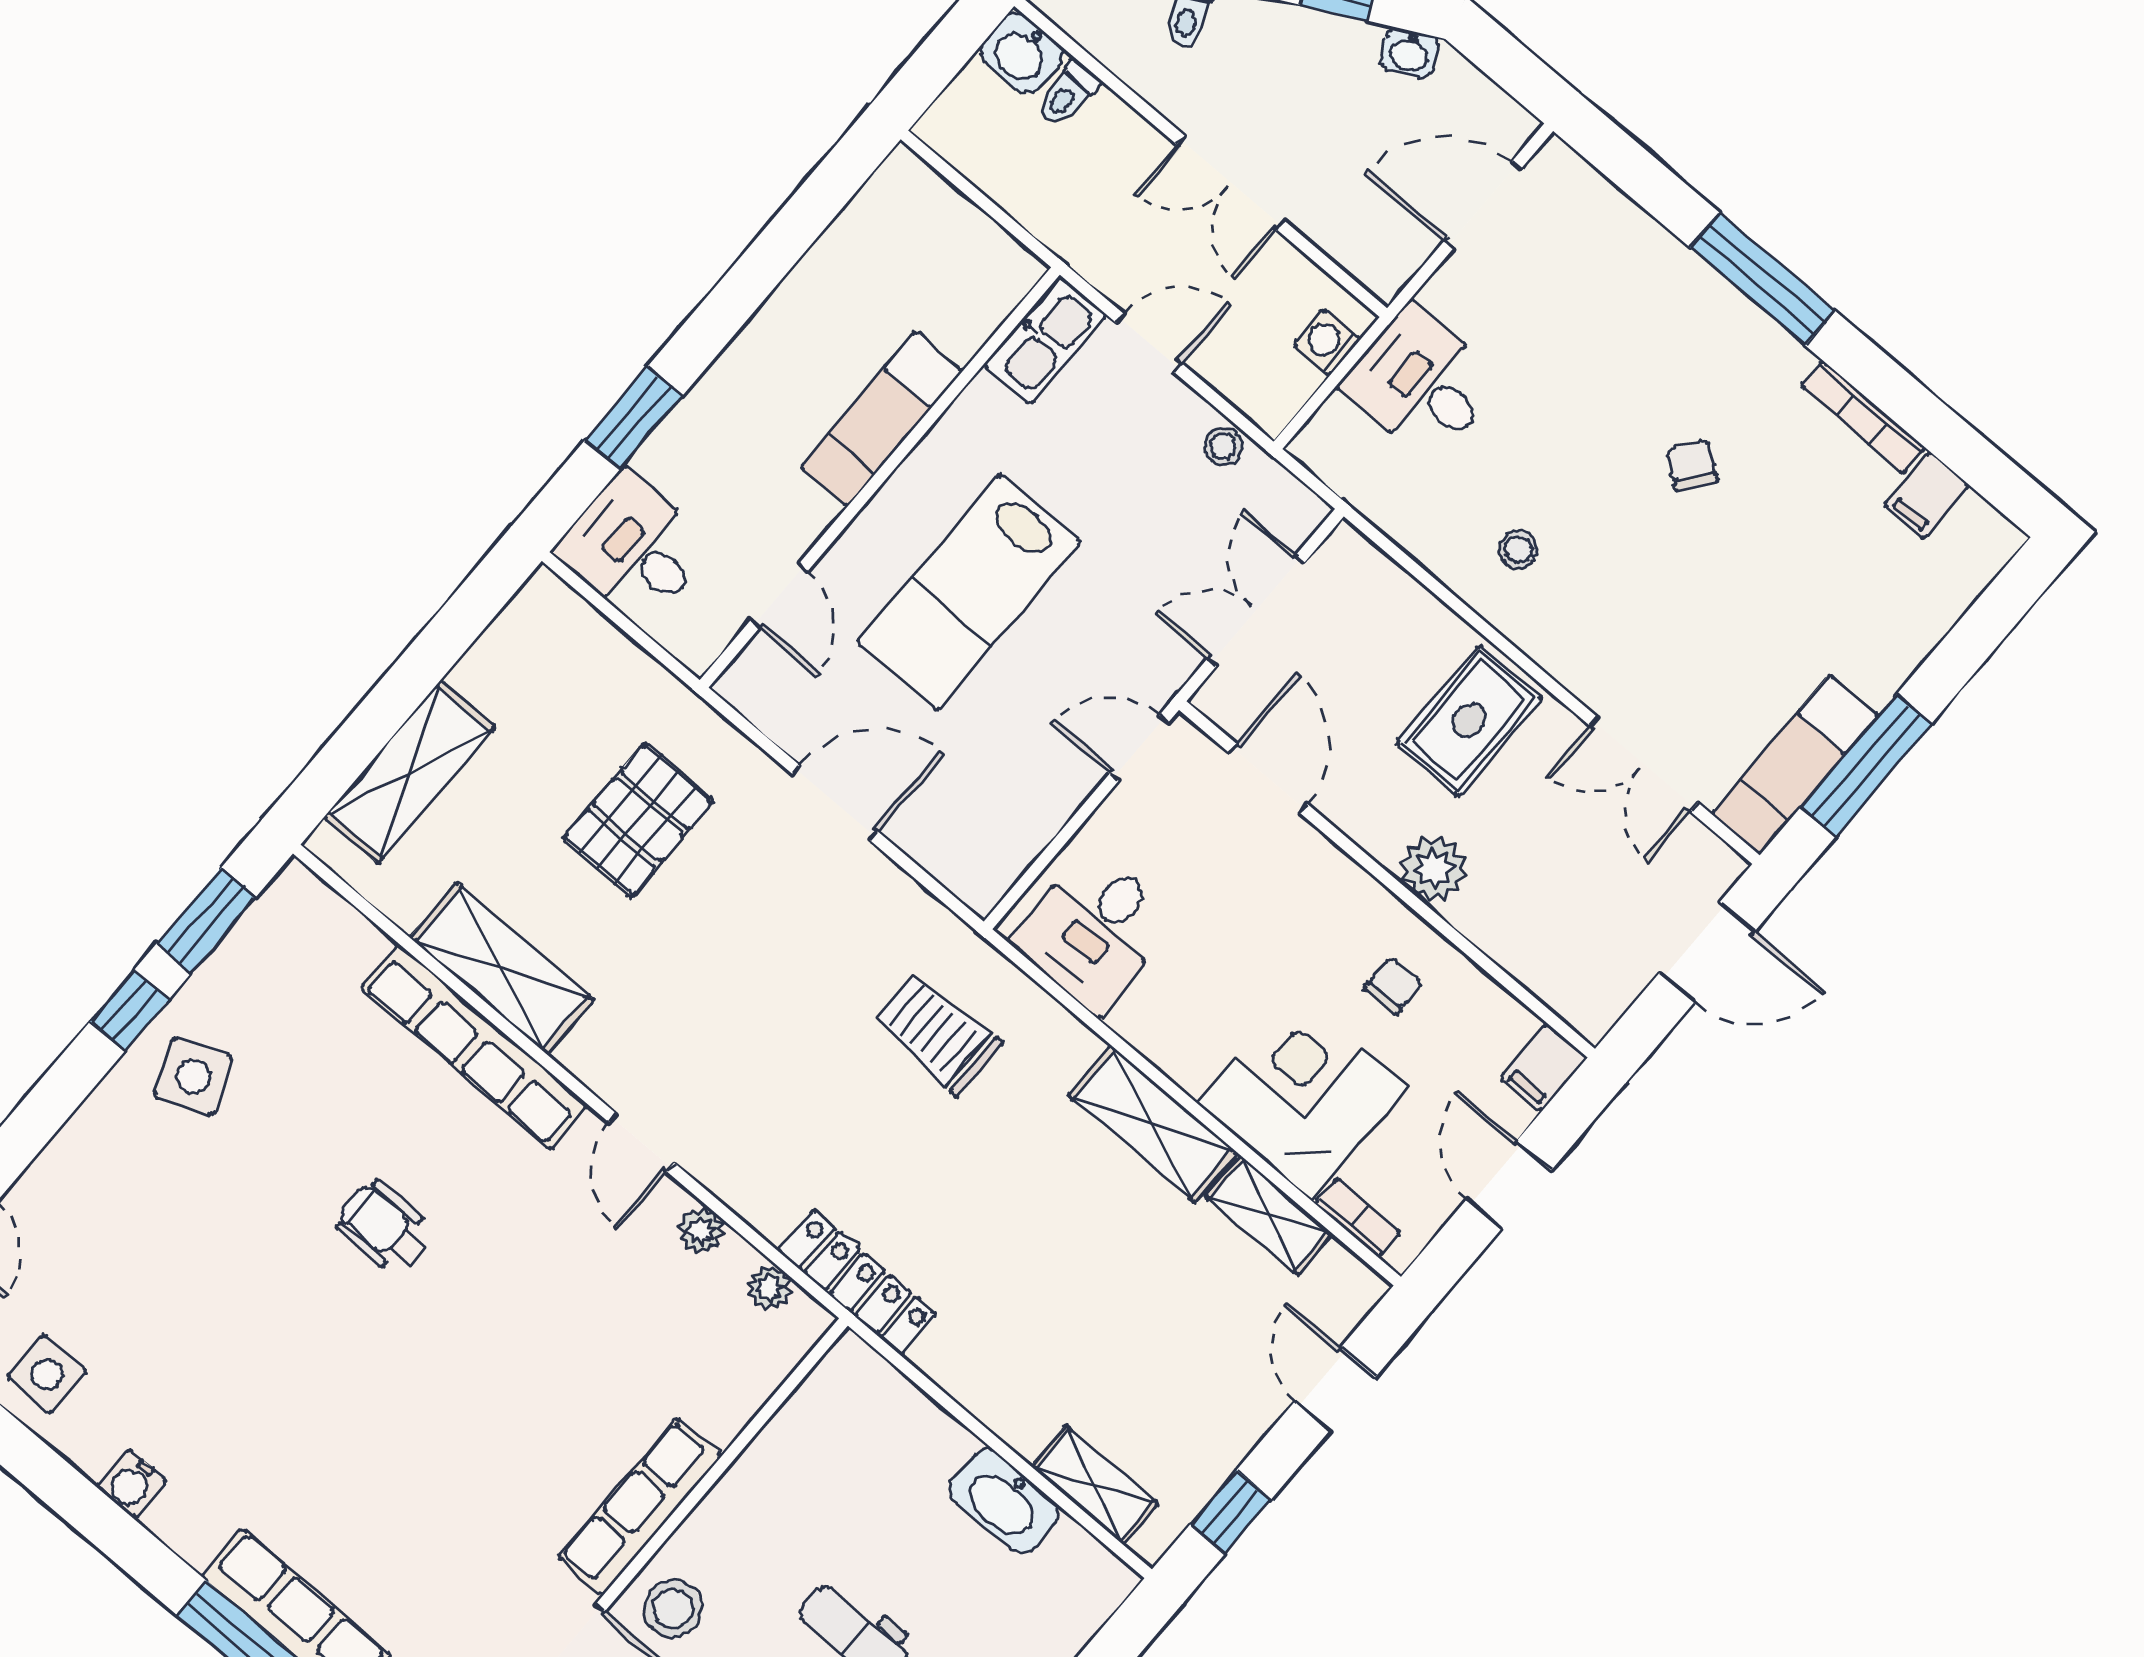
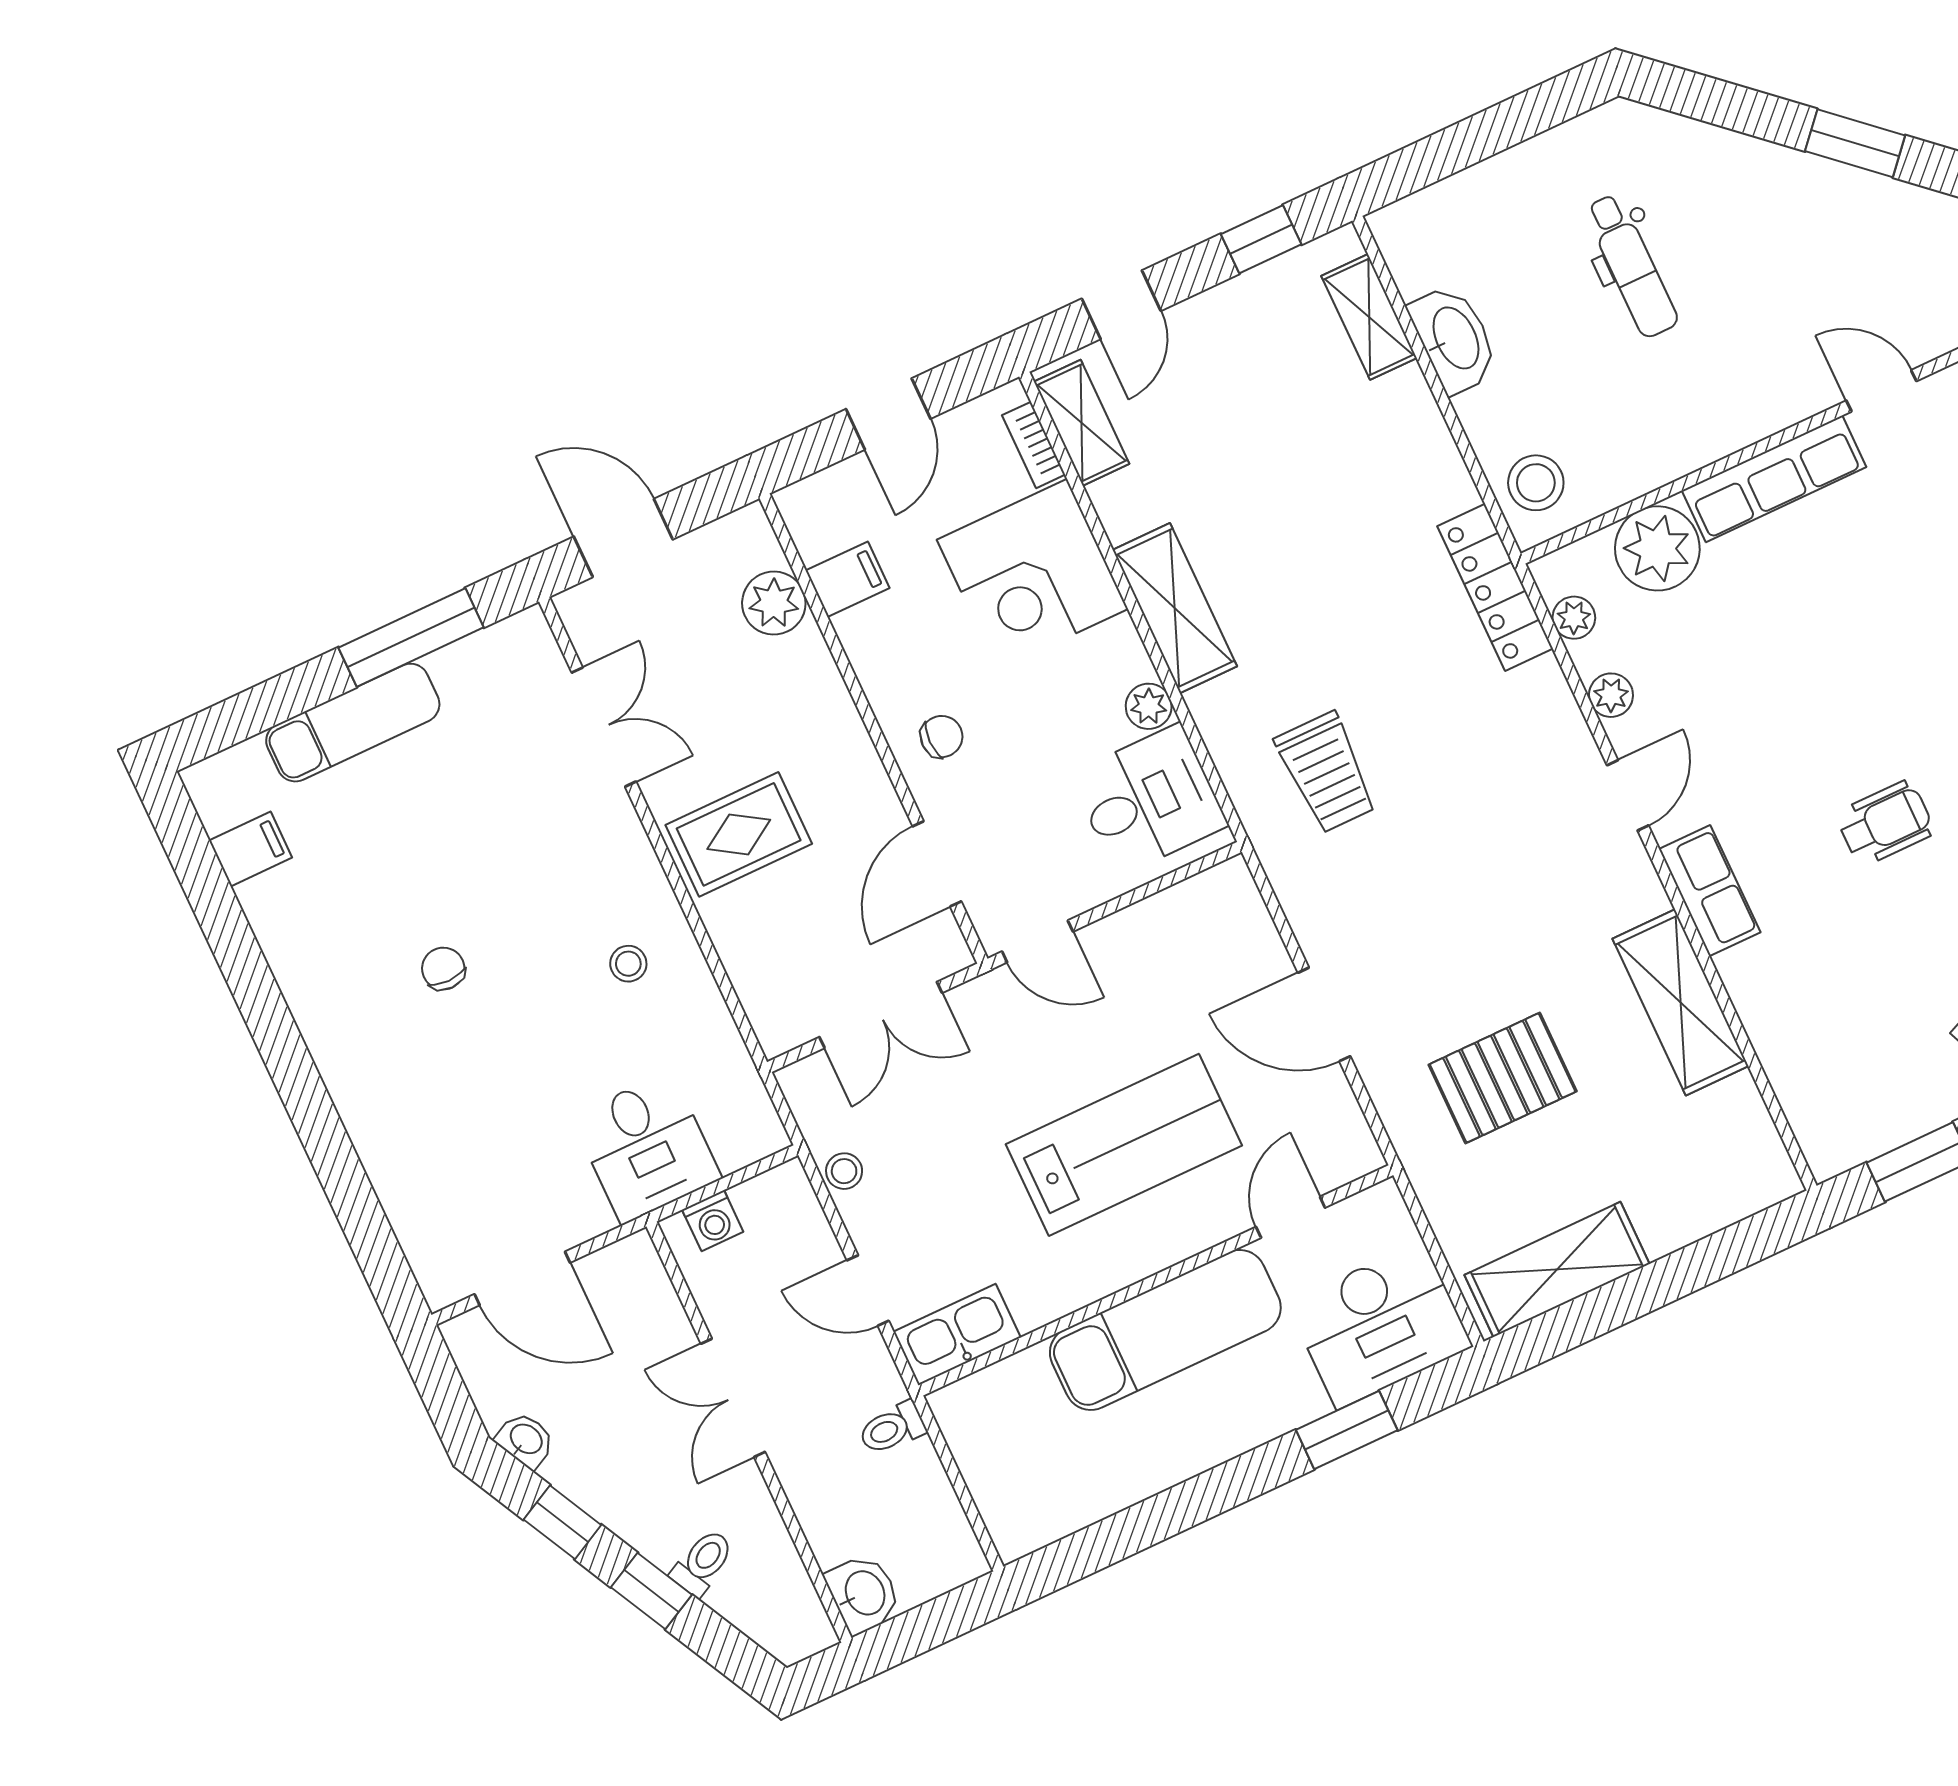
toilet: (1068, 94) -> (892, 1428), moved, turned 180
double door: (1231, 183) -> (733, 1398), swing flipped
window: (1762, 279) -> (308, 1103), removed
bookcase: (1863, 417) -> (275, 942), removed
exam couch: (881, 419) -> (1165, 1330), width x1.36, depth x1.45
chair: (1692, 465) -> (443, 969), turned 144
desk: (634, 548) -> (1380, 1325), width x1.37
exam couch: (1795, 765) -> (353, 723), moved
shelving: (409, 772) -> (1557, 1269), moved
plant: (1434, 869) -> (774, 603), moved
chair: (1394, 986) -> (942, 737), moved, turned 180
plant: (1135, 1020) -> (1149, 706), added
row of seats: (474, 1047) -> (1710, 891), width x0.50
filing cabinet: (1544, 1067) -> (848, 579), moved
shelving: (1269, 1215) -> (1082, 423), moved
wheelchair: (385, 1228) -> (1885, 823), turned -90
plant: (720, 1390) -> (1657, 548), added
stool: (673, 1609) -> (1536, 483), moved

